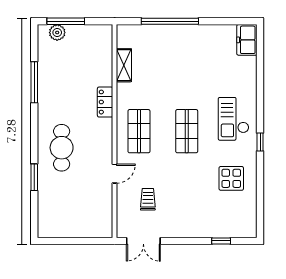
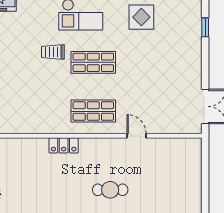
shelving: (124, 65) -> (26, 126), removed
cafe table: (62, 148) -> (110, 190), width x0.73, depth x0.74
trolley: (148, 199) -> (53, 52), moved

